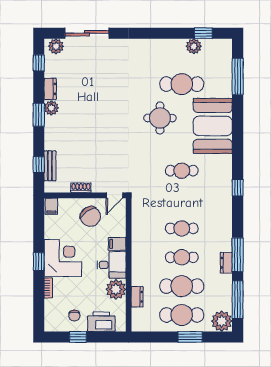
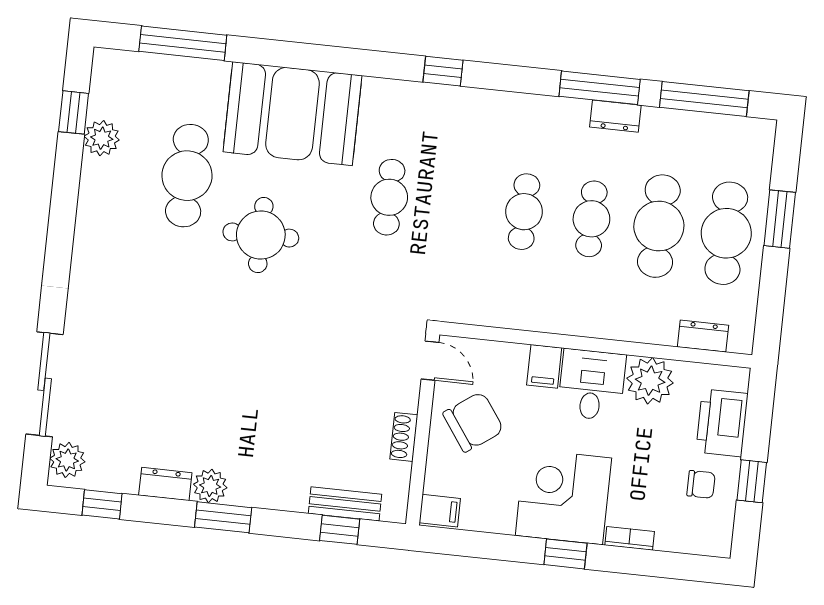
dresser: (137, 297) -> (703, 336), moved
plant: (222, 321) -> (751, 141), removed

